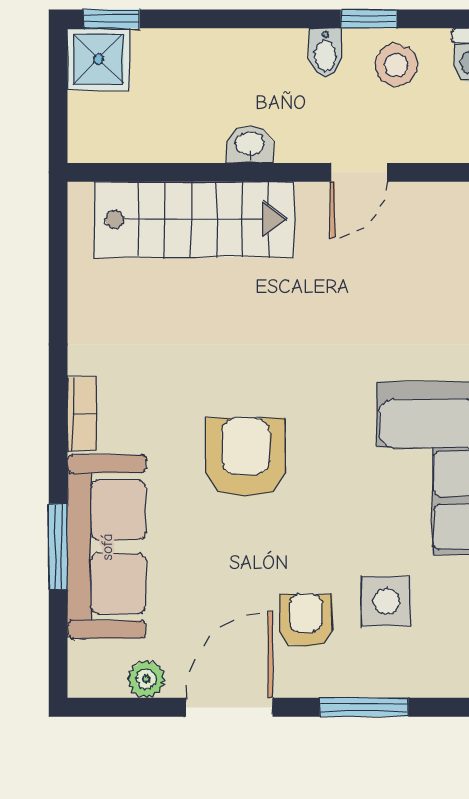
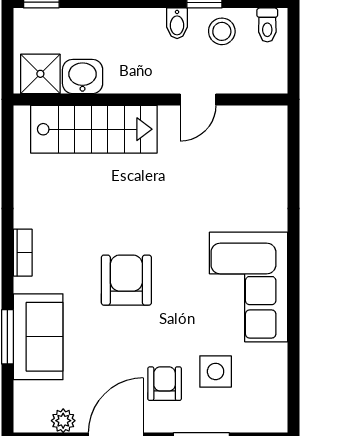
shower: (98, 59) -> (40, 74), moved
washbasin: (250, 144) -> (83, 76), moved, width x1.38, depth x1.45
sofa: (107, 547) -> (38, 337), width x0.73

